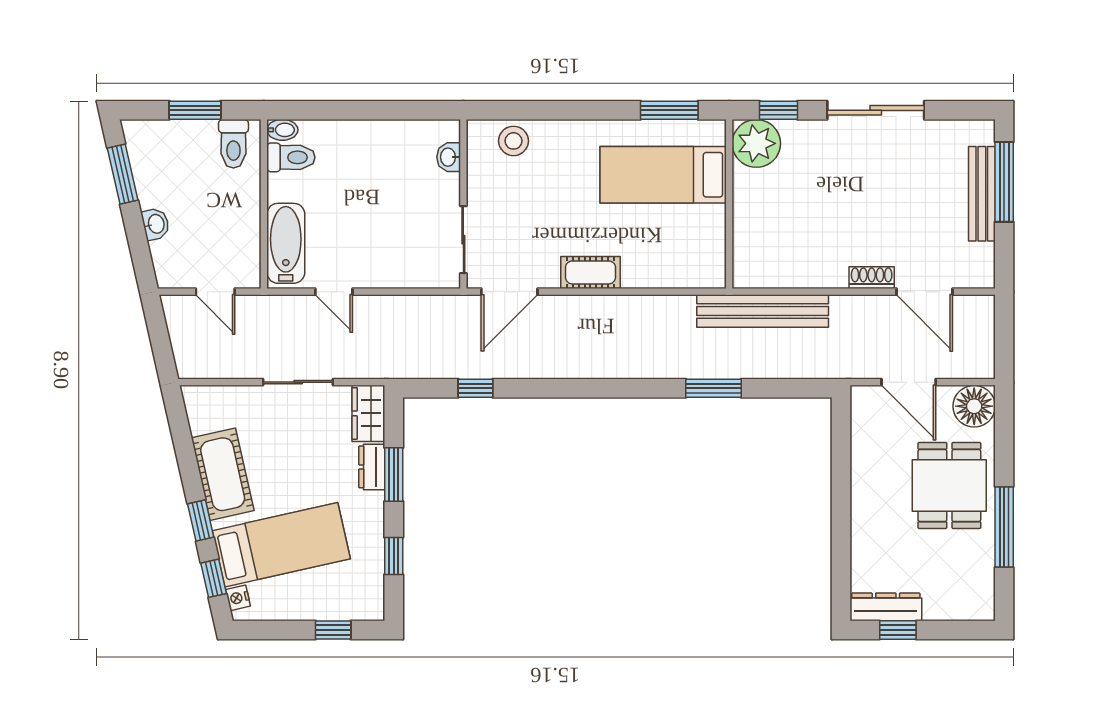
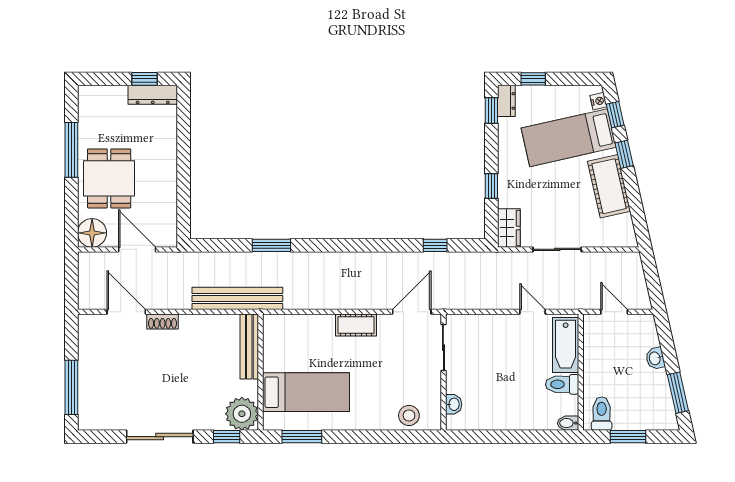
toilet: (291, 157) -> (562, 384), moved
bench: (982, 194) -> (249, 347), moved
dresser: (372, 467) -> (506, 101), moved
window: (394, 474) -> (491, 186), width x0.67
window: (394, 556) -> (491, 111), moved

